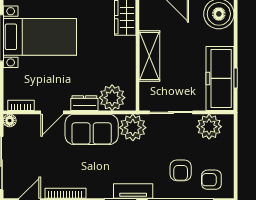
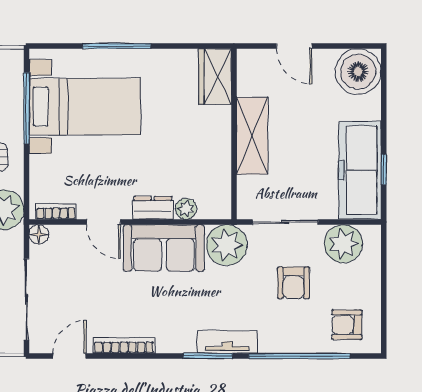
plant: (112, 98) -> (186, 209), width x0.53, depth x0.53
door: (52, 112) -> (104, 222), hinge flipped
armchair: (181, 170) -> (294, 283), moved

